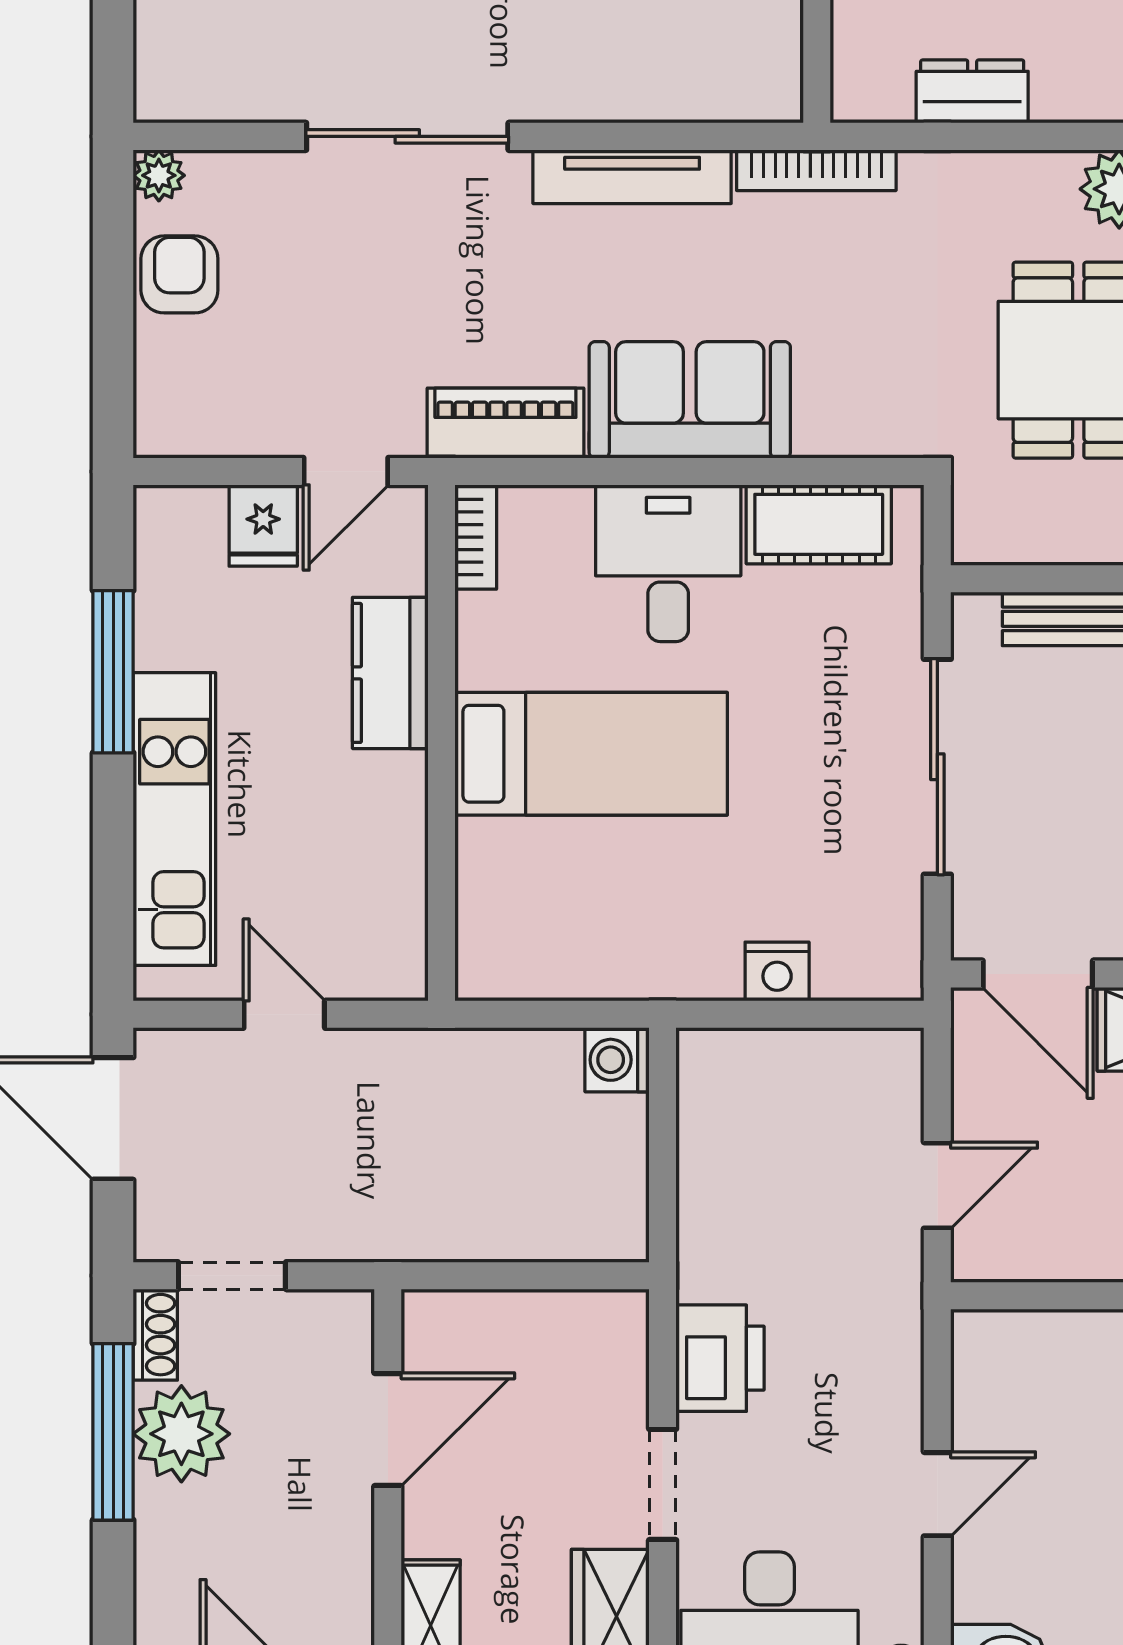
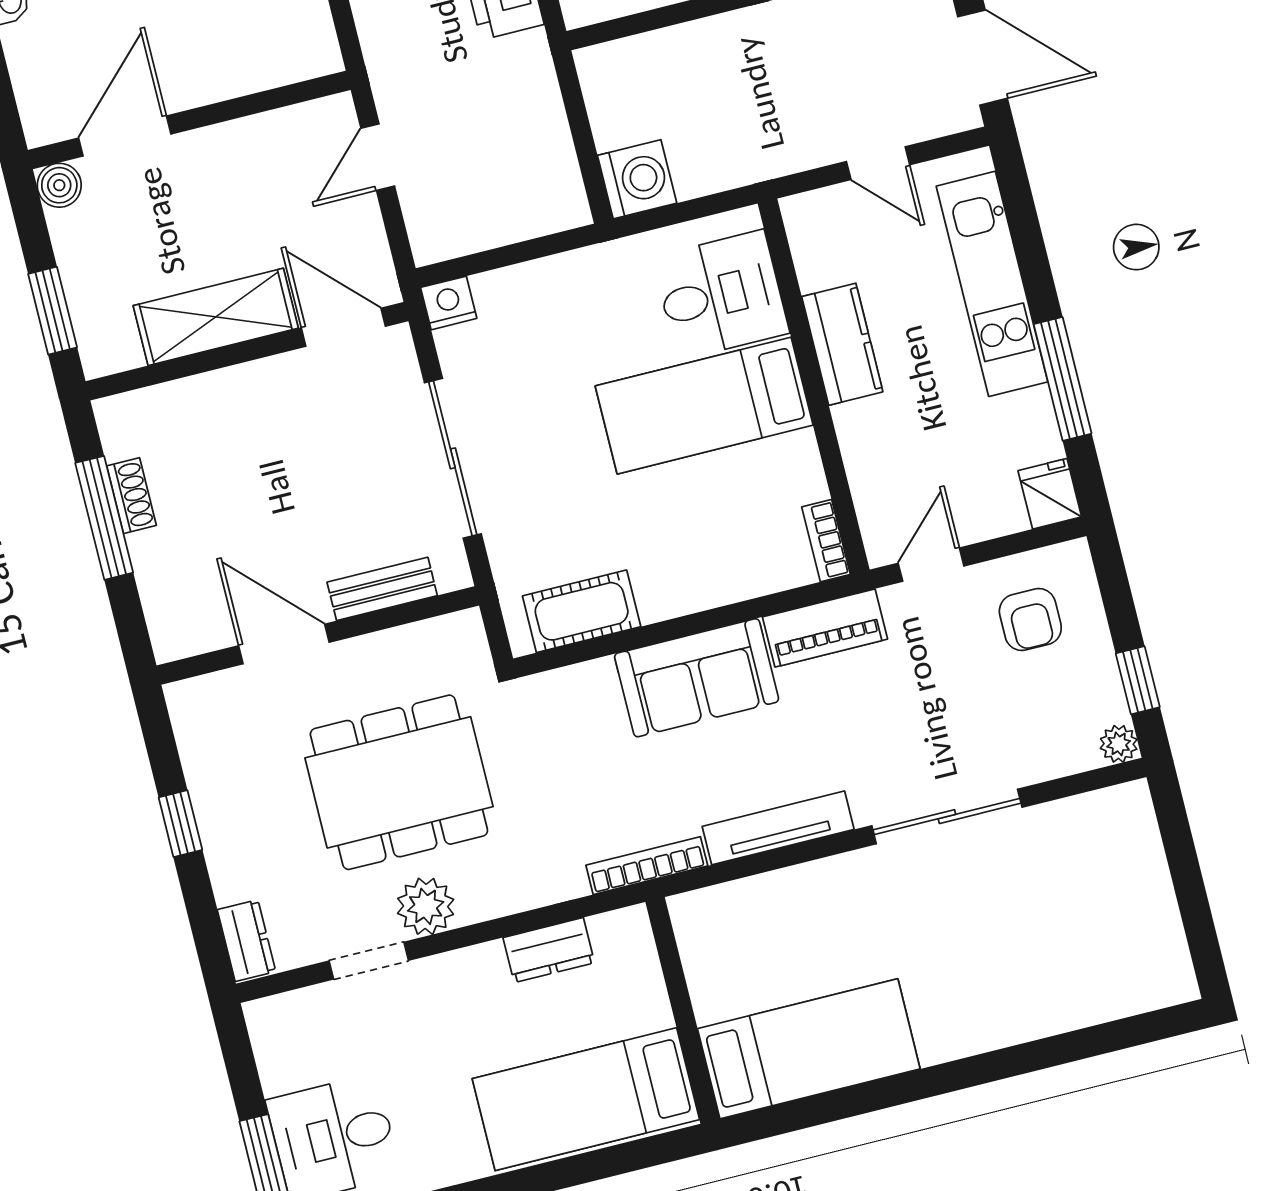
window: (113, 253) -> (1138, 680), added
armchair: (179, 274) -> (1030, 620), moved
fridge: (263, 526) -> (1050, 494), moved
desk: (668, 563) -> (721, 295), moved, turned -90
kitchen counter: (390, 673) -> (842, 344), moved
nightstand: (777, 971) -> (449, 303), moved
washing machine: (617, 1060) -> (637, 179), width x1.38, depth x1.38

